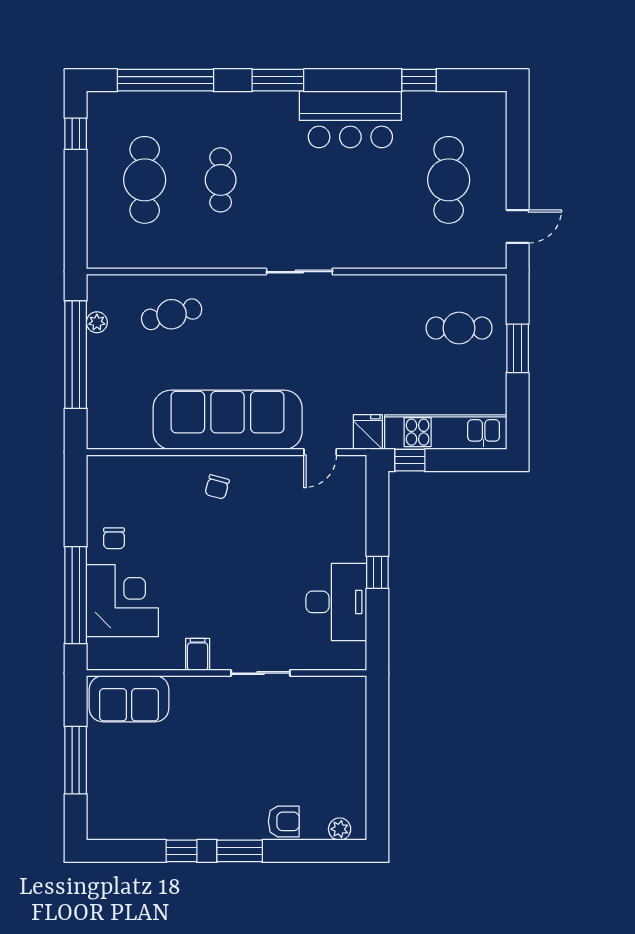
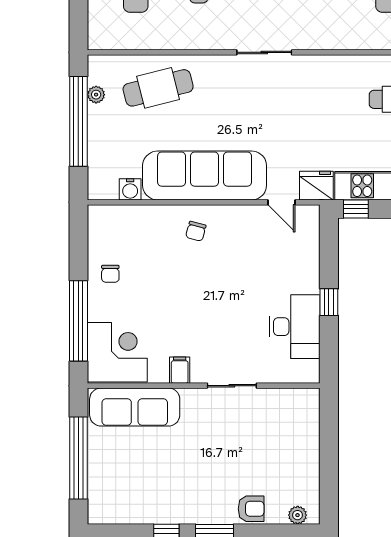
cafe table: (172, 314) -> (158, 88), width x1.37, depth x1.35
fridge: (368, 432) -> (316, 186), width x1.38
water cooler: (138, 436) -> (130, 189), added
door: (320, 452) -> (281, 202), hinge flipped
corner desk: (122, 601) -> (117, 352), moved
sofa: (129, 699) -> (135, 407), width x1.36
window: (76, 760) -> (78, 458), width x1.46

